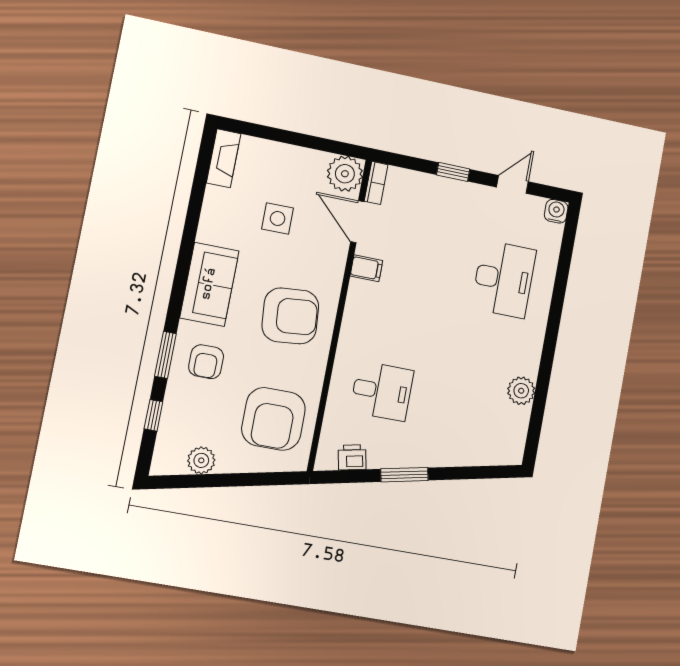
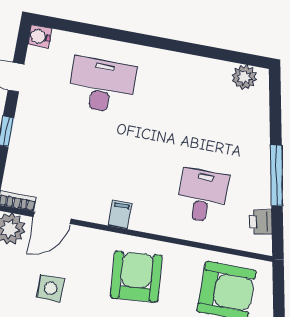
filing cabinet: (366, 268) -> (120, 214), moved
plant: (521, 391) -> (244, 77), moved
window: (404, 475) -> (276, 175), width x1.44

